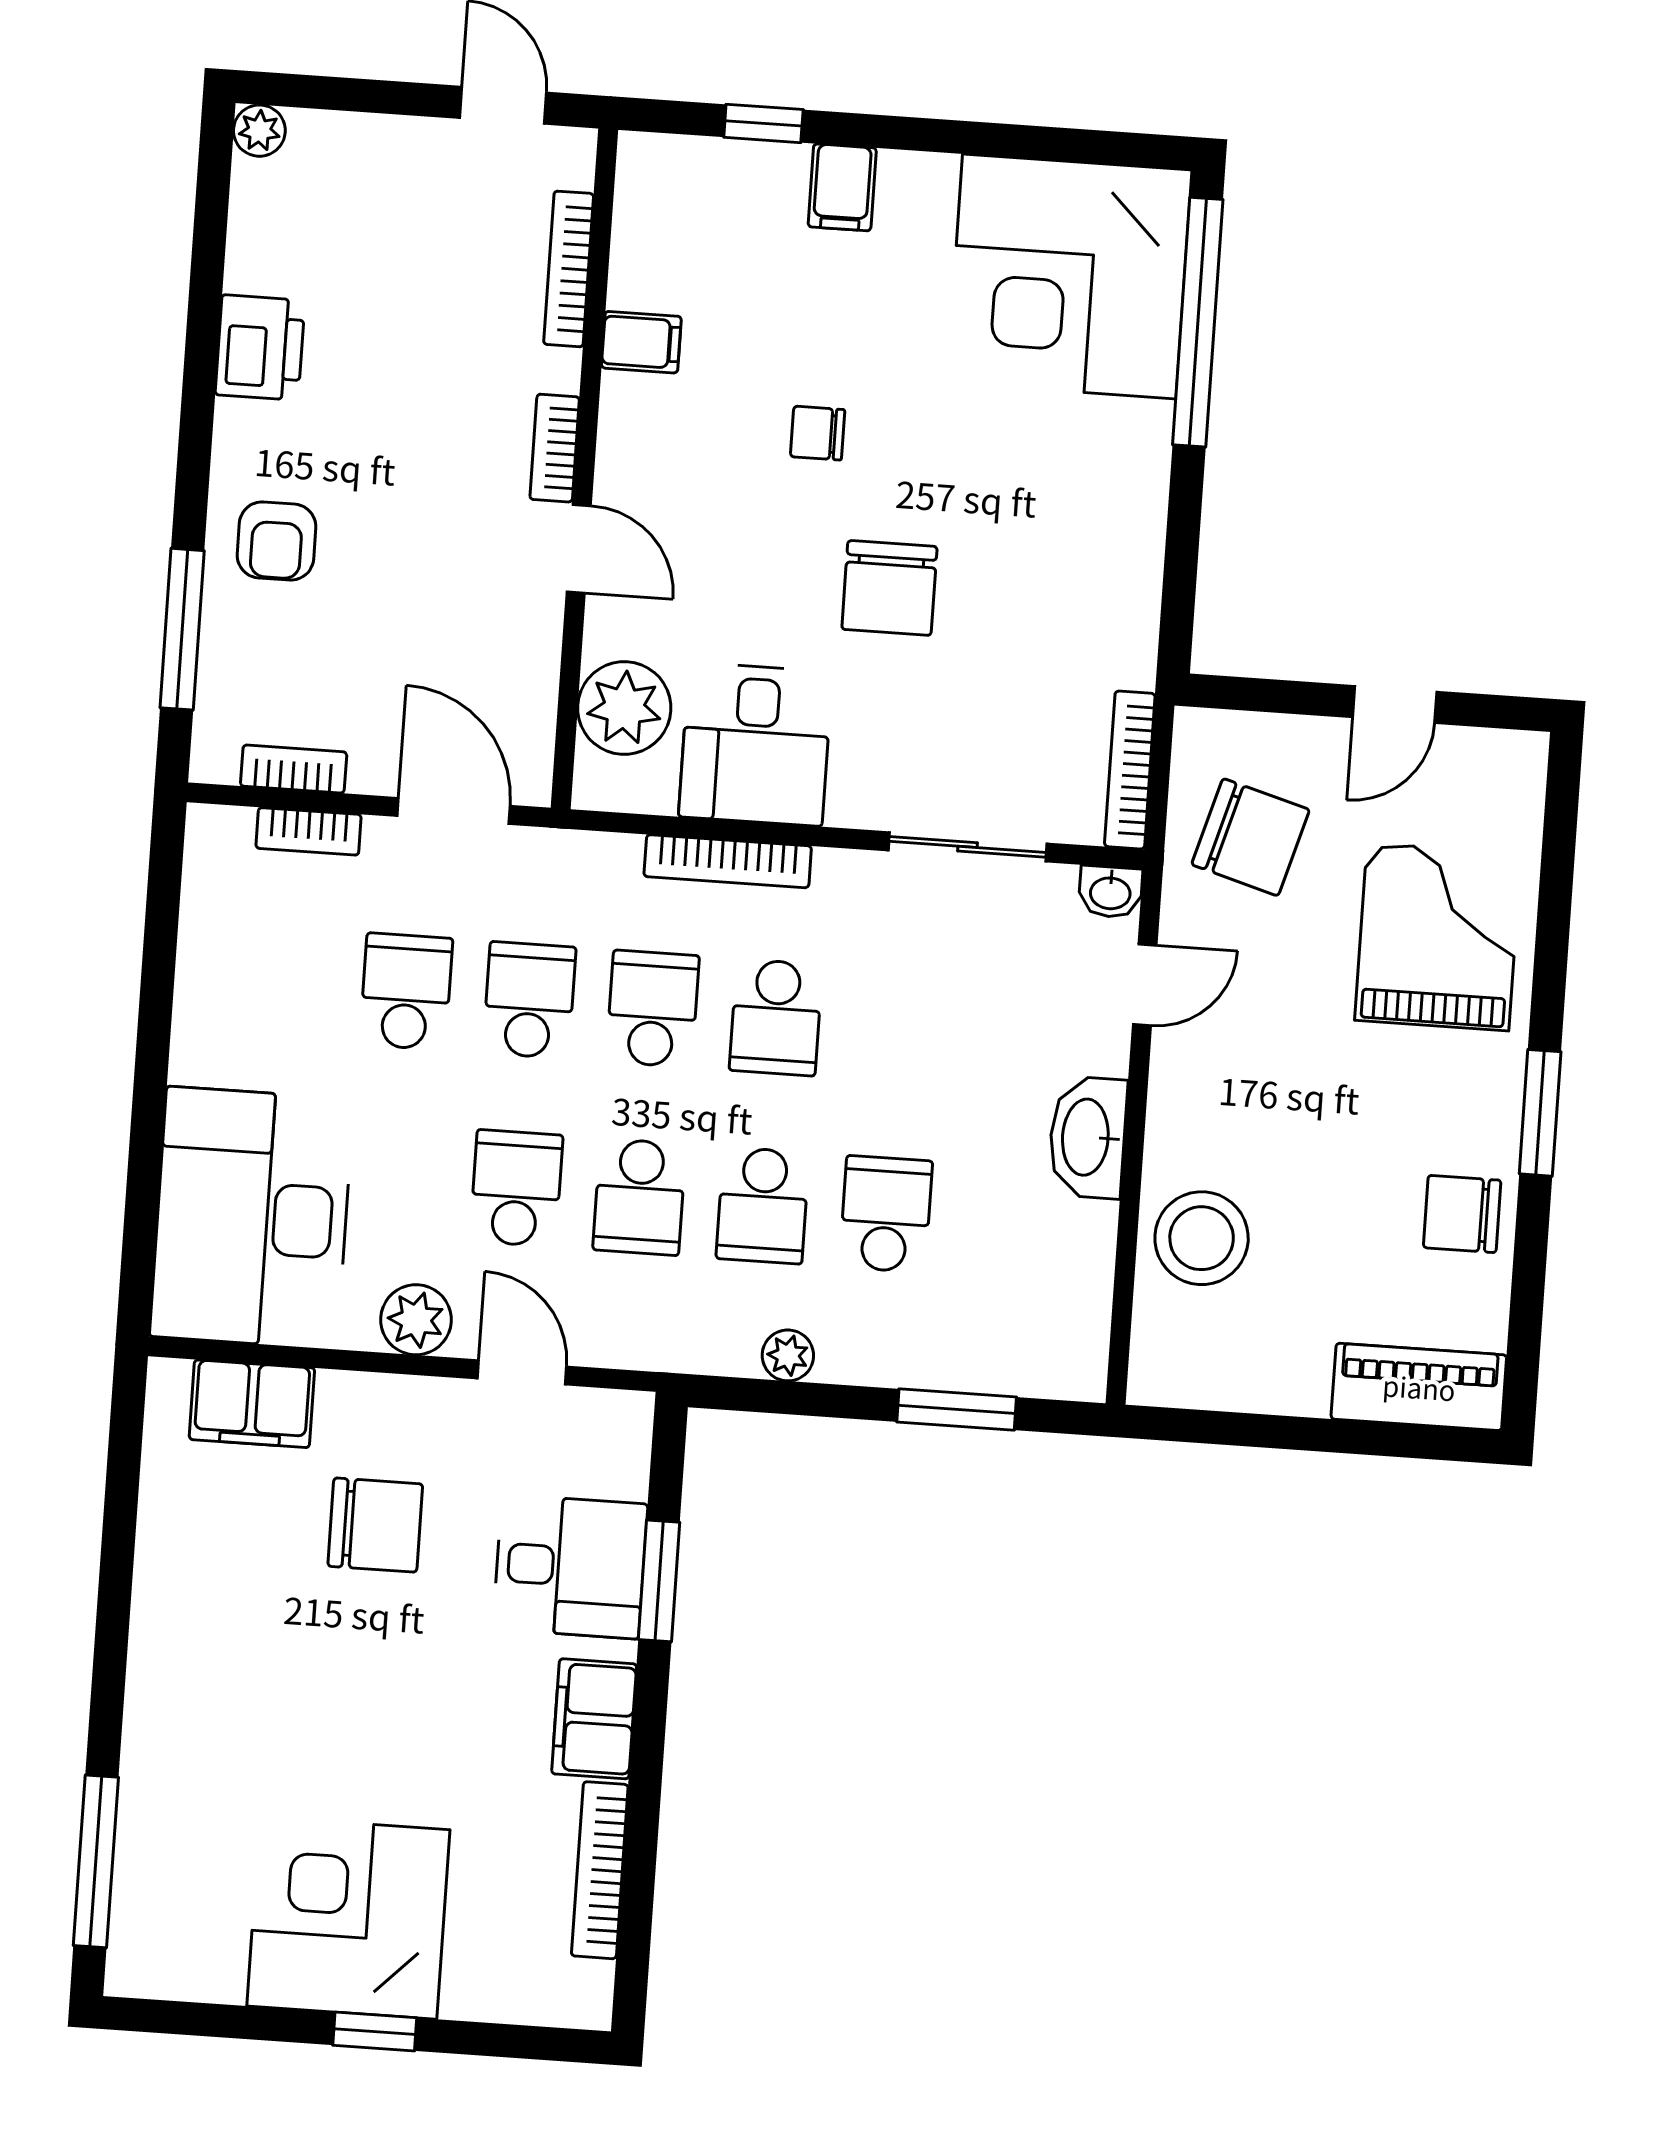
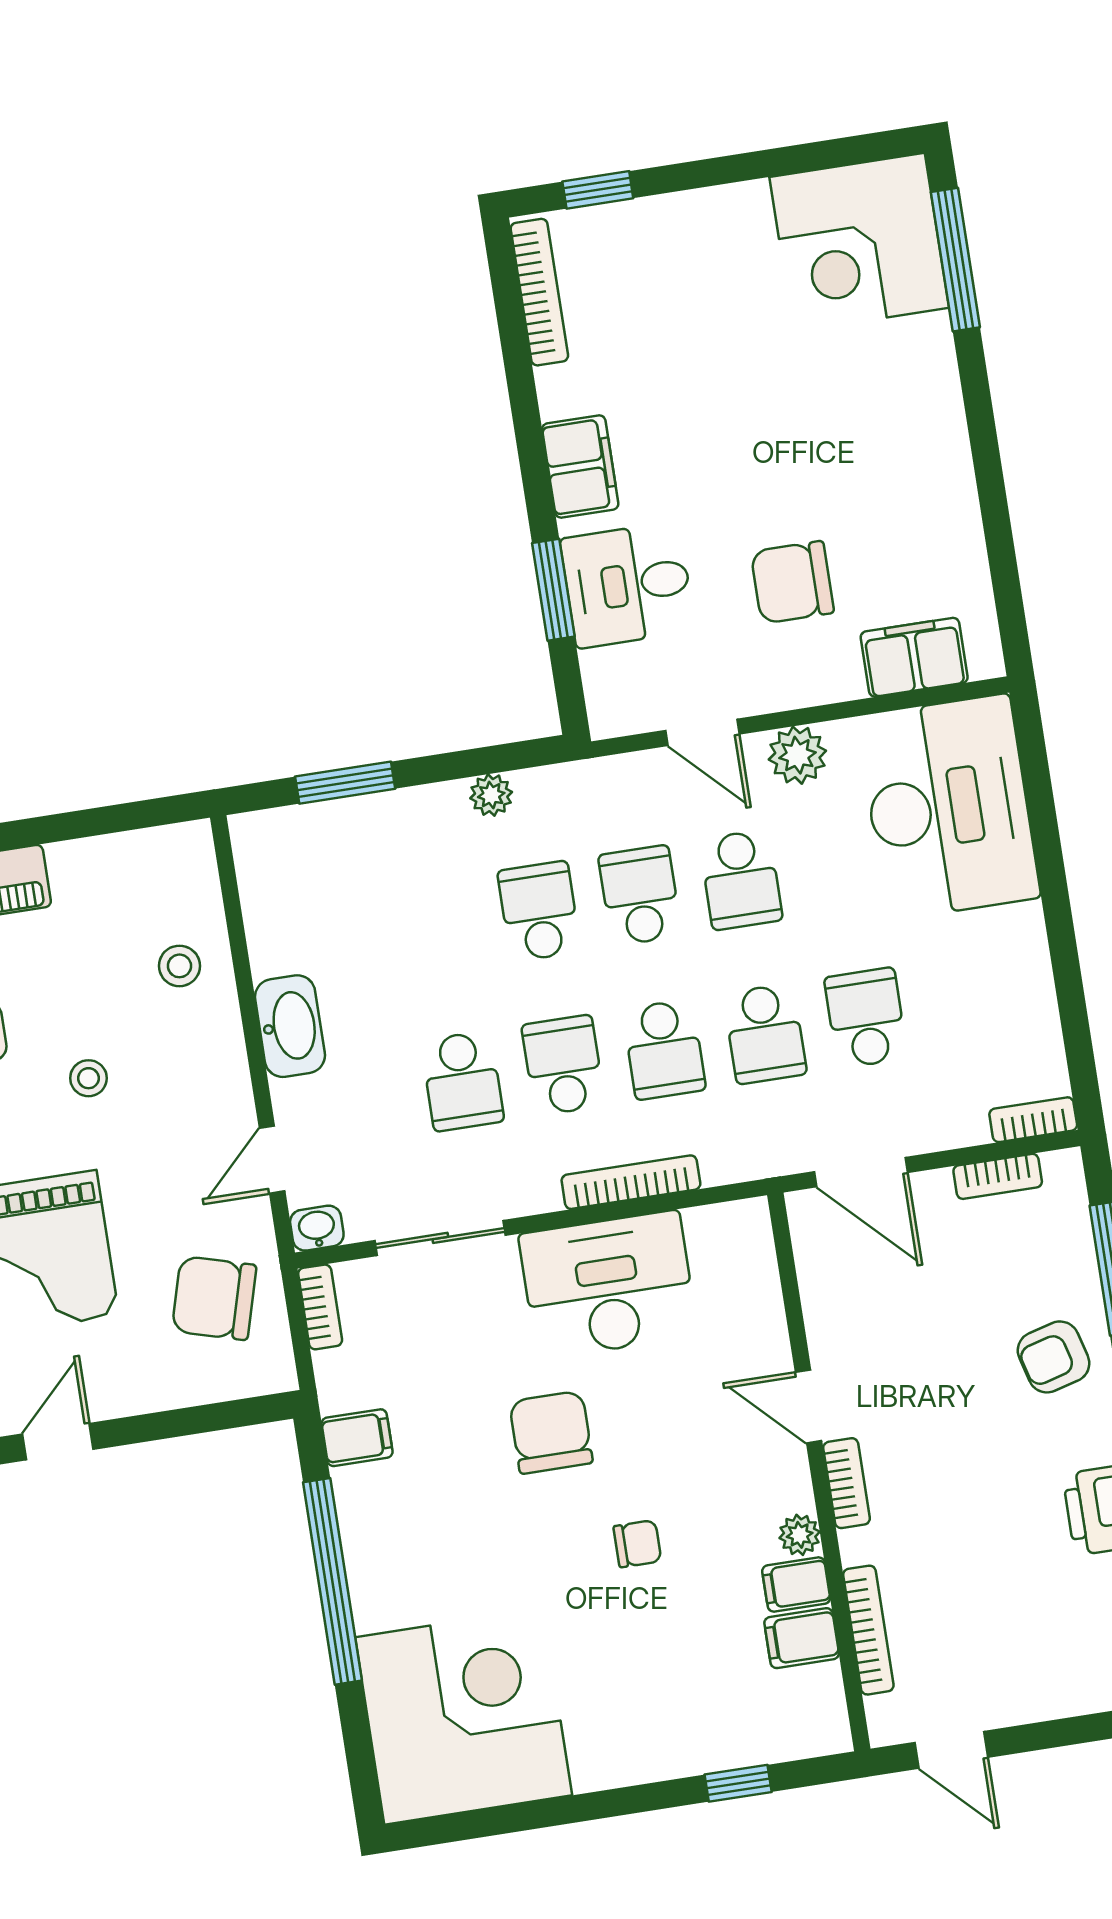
filing cabinet: (842, 187) -> (802, 1638), moved, turned -90
window: (1198, 322) -> (333, 1581), moved
armchair: (277, 541) -> (1054, 1357), turned -105
filing cabinet: (1120, 634) -> (357, 1438), added
door: (1395, 704) -> (58, 1442), moved
plant: (624, 708) -> (800, 1535), moved, width x0.53, depth x0.53
desk: (755, 744) -> (608, 1285), width x1.37
bookcase: (1130, 770) -> (320, 1307), width x0.64
bookcase: (309, 831) -> (1033, 1120), moved
school desk: (406, 991) -> (866, 1018), turned 180
stool: (1339, 1130) -> (88, 1078), added
school desk: (886, 1214) -> (462, 1081), moved
stool: (1202, 1238) -> (179, 966), width x0.53, depth x0.53
bookcase: (600, 1870) -> (539, 292), moved
corner desk: (348, 1918) -> (859, 242), moved, turned 90
window: (375, 2032) -> (598, 190), moved

